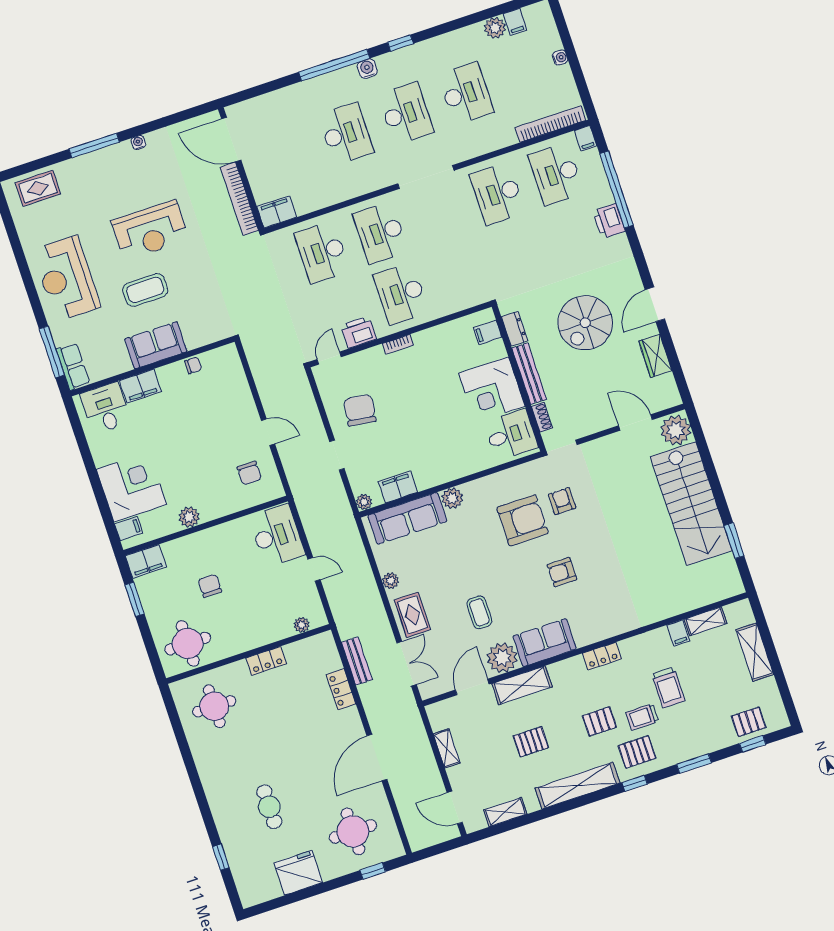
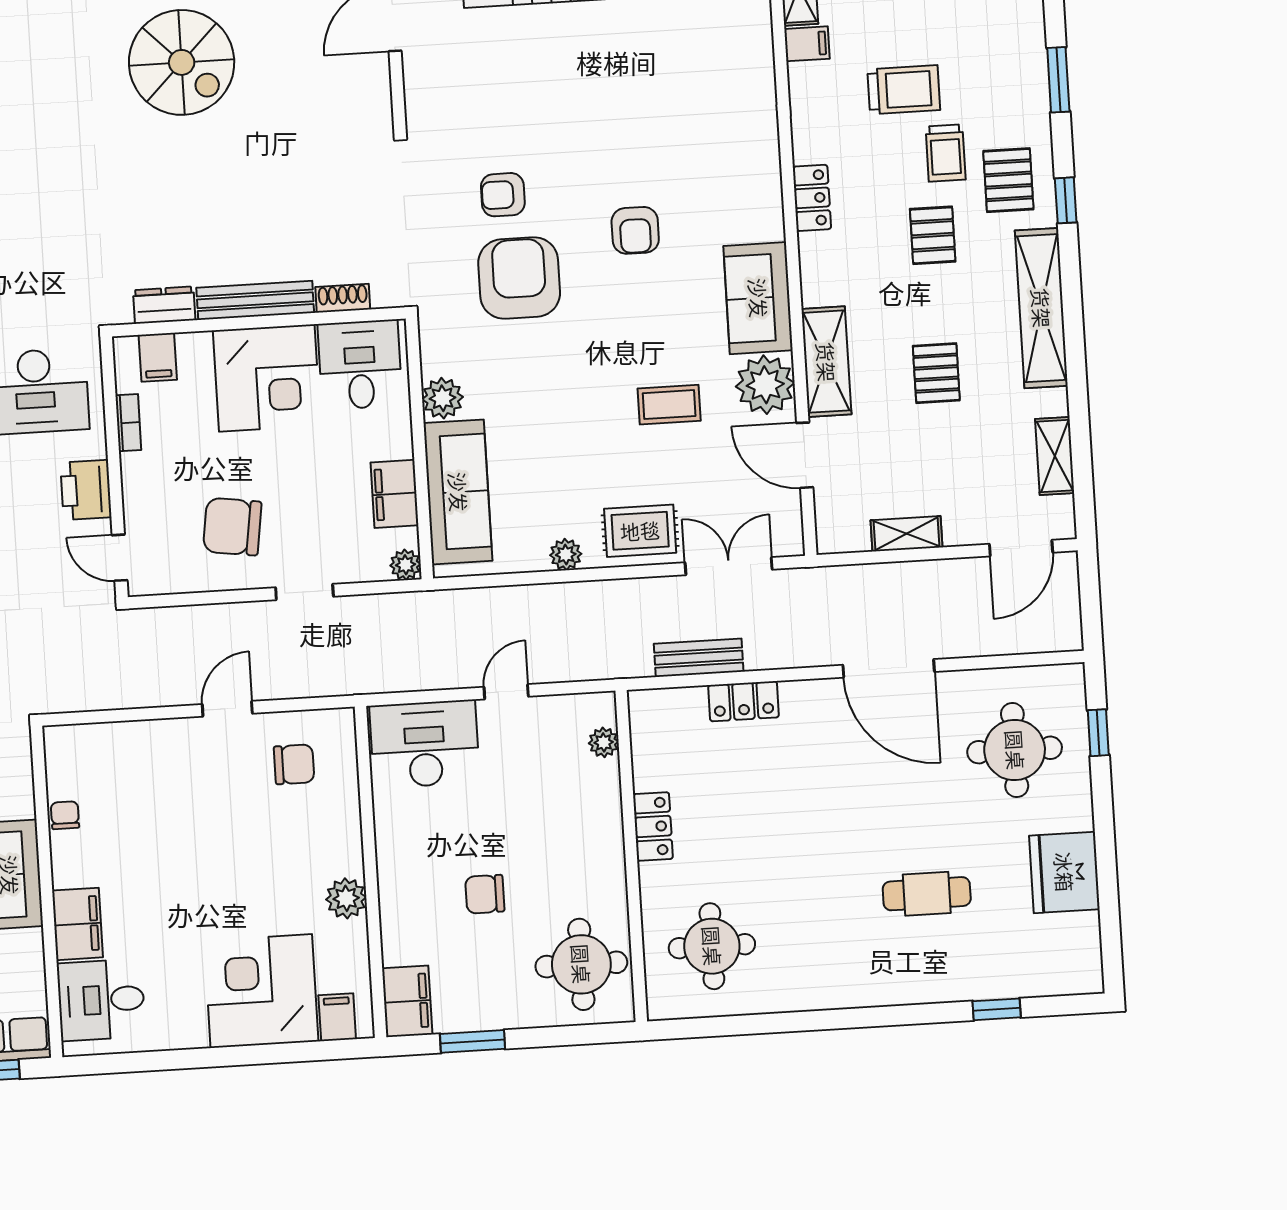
dresser: (515, 329) -> (164, 305), moved
filing cabinet: (488, 333) -> (158, 357), moved
bench: (529, 374) -> (255, 300), moved
wall: (519, 378) -> (258, 322), moved
corner desk: (492, 390) -> (267, 378), moved
shoe rack: (542, 417) -> (343, 298), moved
desk: (511, 435) -> (360, 365), moved

